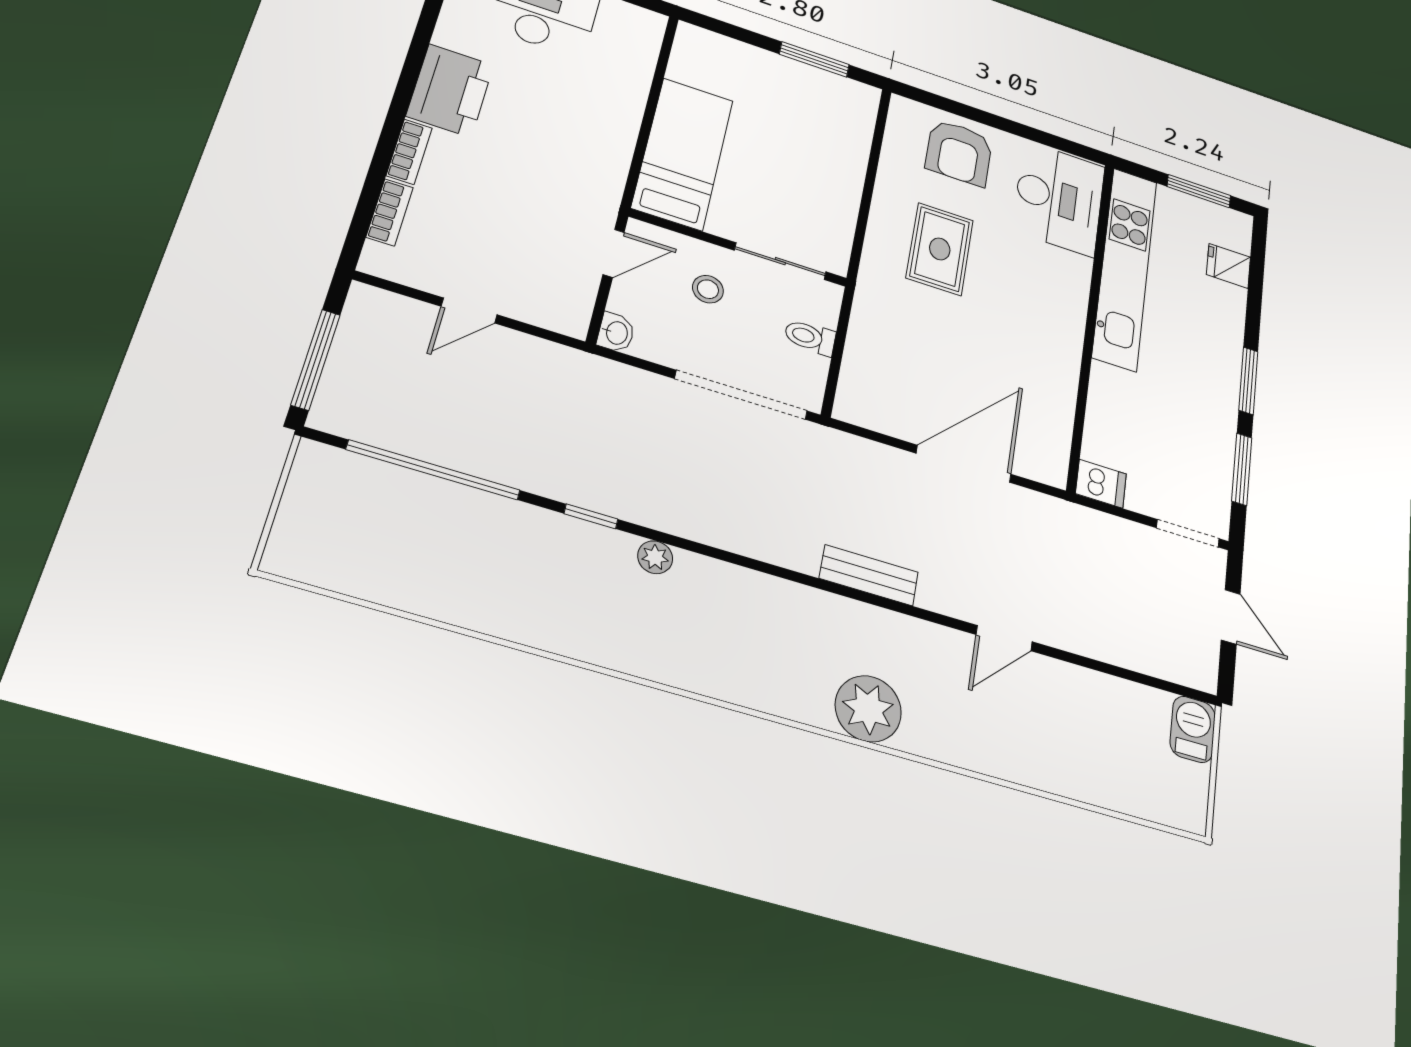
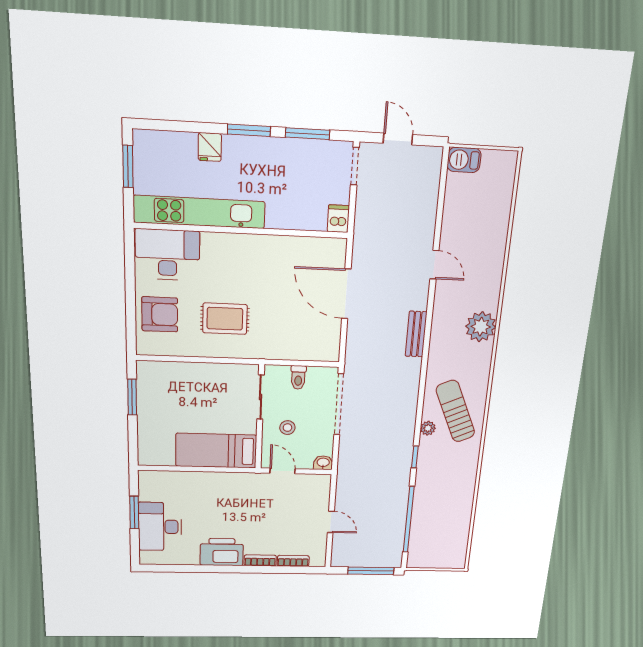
fridge: (1228, 266) -> (210, 147), moved
door: (1231, 617) -> (398, 139), hinge flipped
sun lounger: (685, 623) -> (455, 411), added

